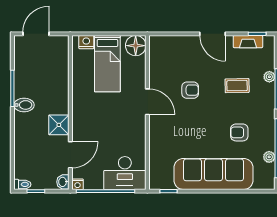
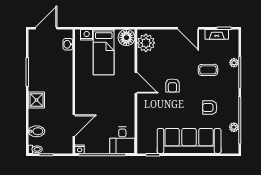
plant: (160, 52) -> (146, 43), added
armchair: (190, 90) -> (172, 85), moved, turned 90
bidet: (24, 105) -> (37, 131), moved
shower: (59, 125) -> (36, 100), moved
desk: (125, 173) -> (122, 140), width x0.73
washbasin: (63, 182) -> (68, 44), moved

